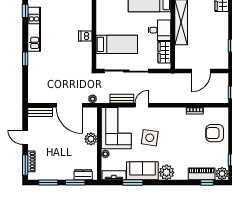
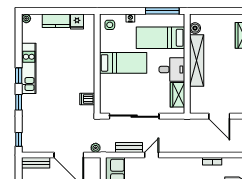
window: (25, 11) -> (19, 76), moved
dishwasher: (85, 36) -> (87, 99), moved
bed: (117, 44) -> (123, 63), moved
door: (201, 71) -> (219, 116), hinge flipped
window: (25, 91) -> (19, 139), added

